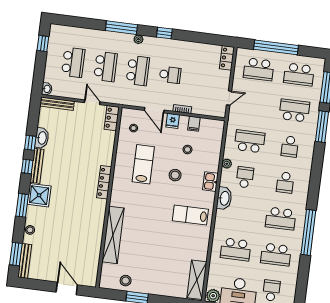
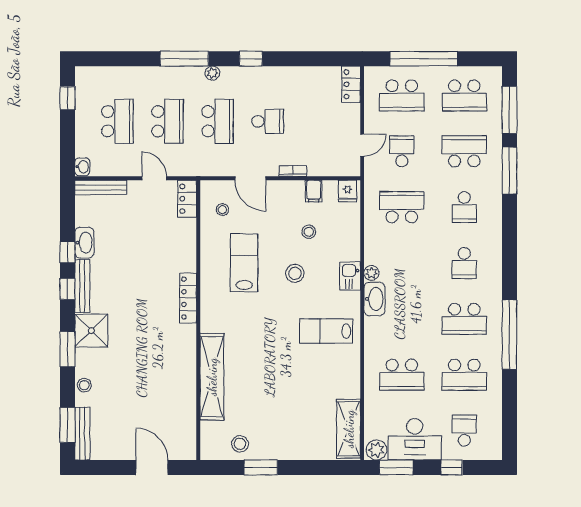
fridge: (173, 121) -> (348, 191), moved
plant: (227, 164) -> (371, 273), moved
school desk: (245, 177) -> (402, 151), moved

